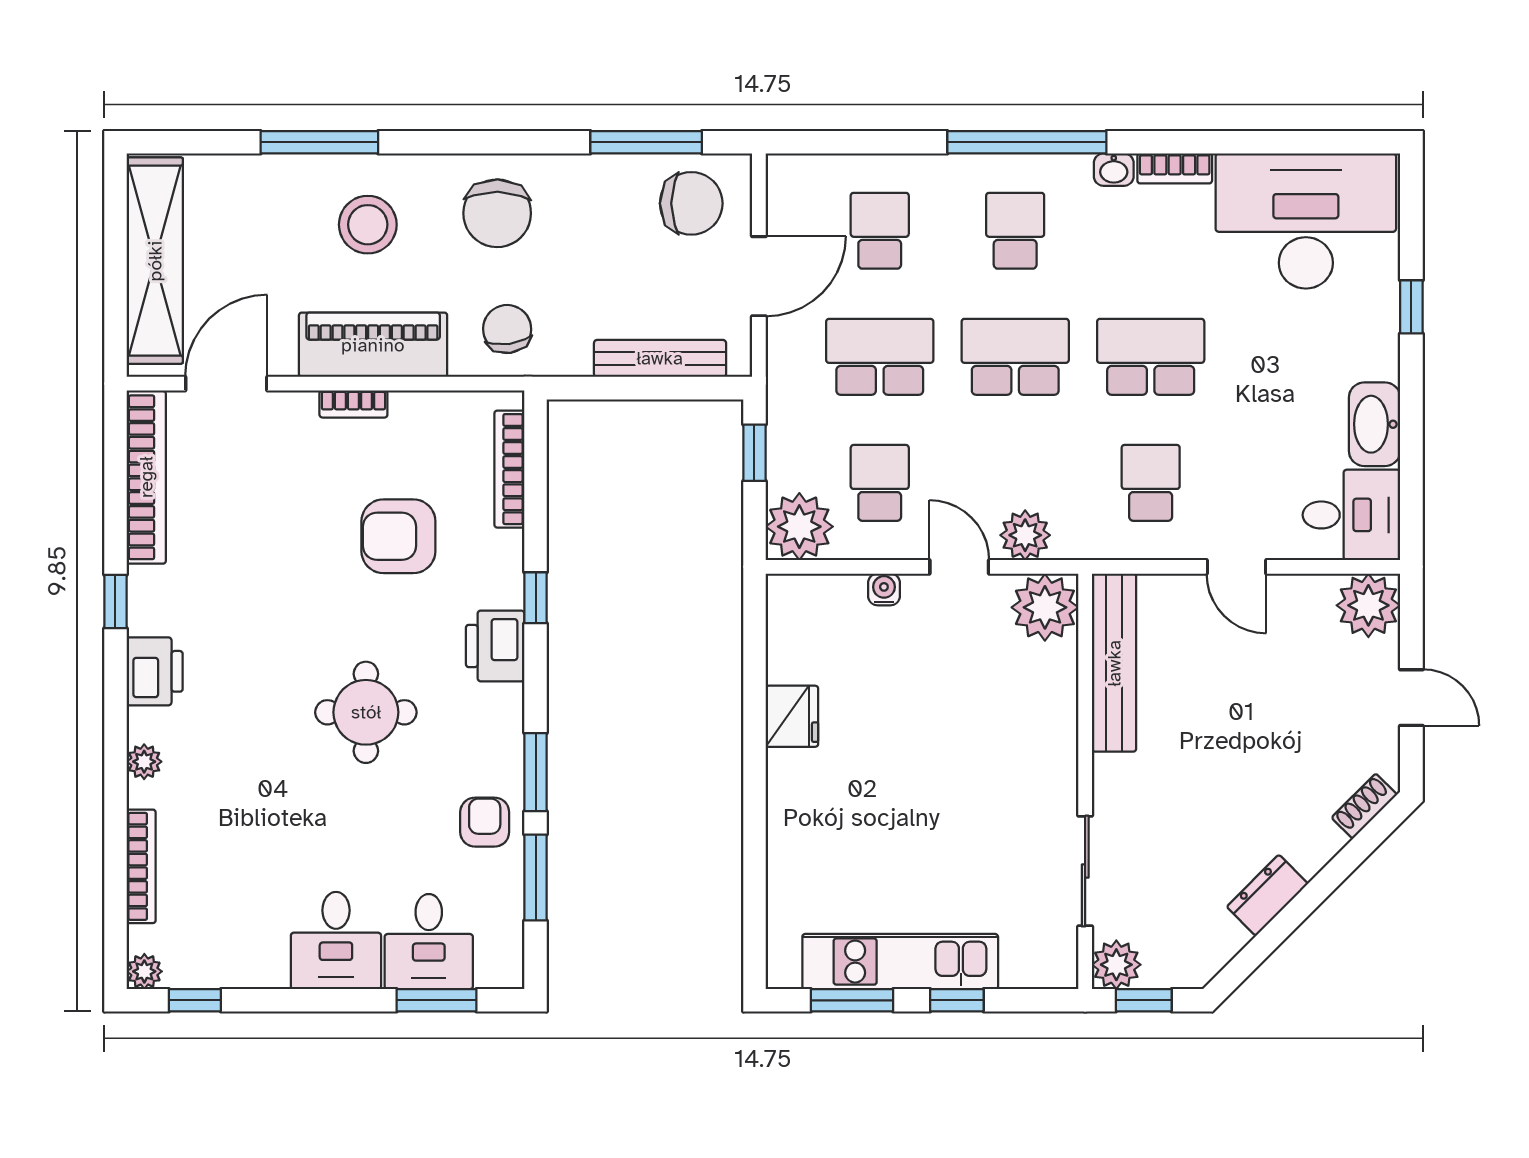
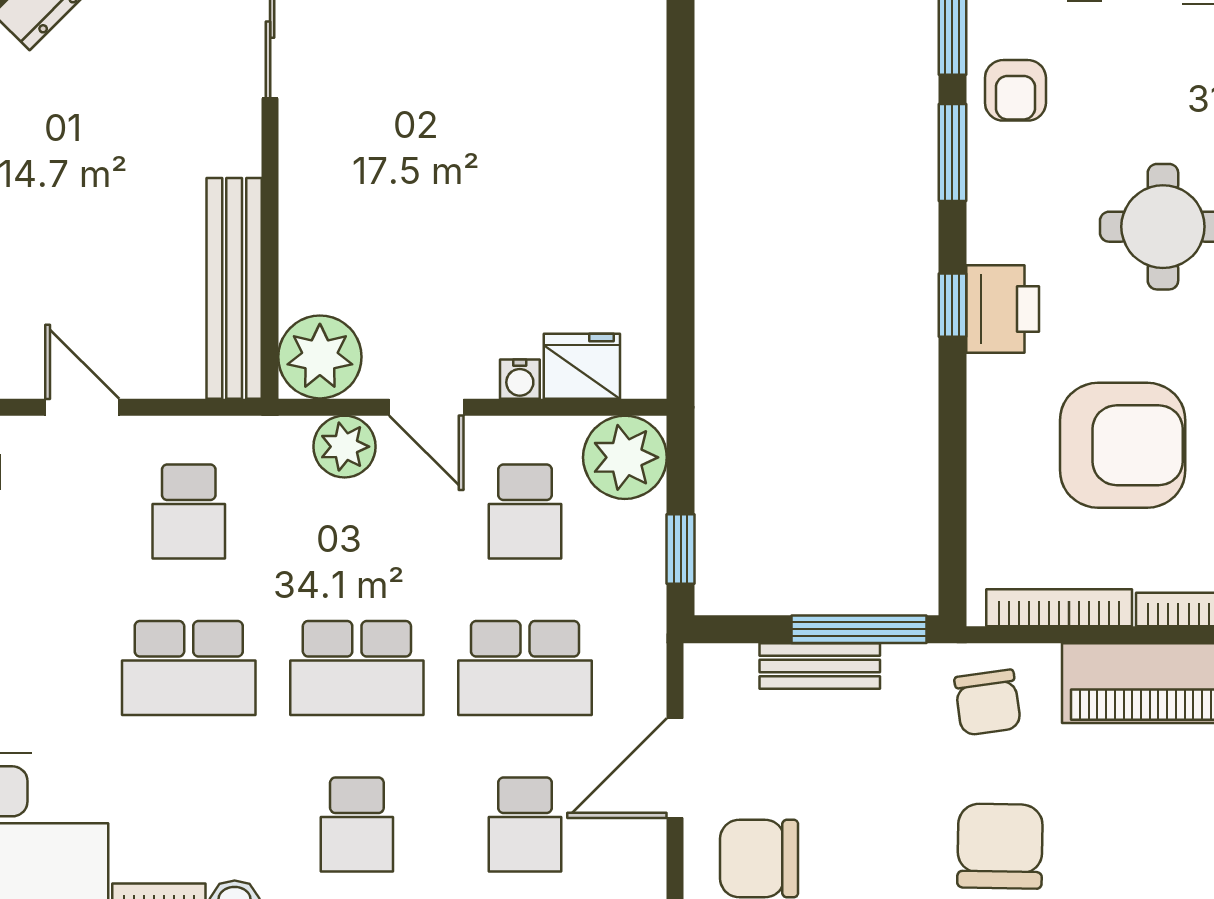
stool: (368, 225) -> (1161, 832), removed
bench: (660, 358) -> (820, 666), width x0.73
window: (611, 388) -> (859, 629), added
bookcase: (509, 469) -> (1059, 608), moved, turned -90
armchair: (398, 536) -> (1123, 445), width x1.36, depth x1.36
window: (536, 598) -> (952, 305), moved
fridge: (792, 716) -> (582, 366), moved, turned 90

